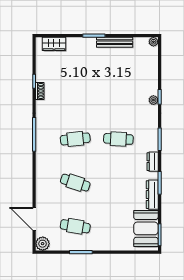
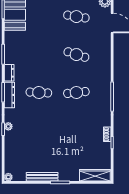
wardrobe: (54, 44) -> (95, 175), width x1.50
dresser: (152, 195) -> (9, 95), moved

